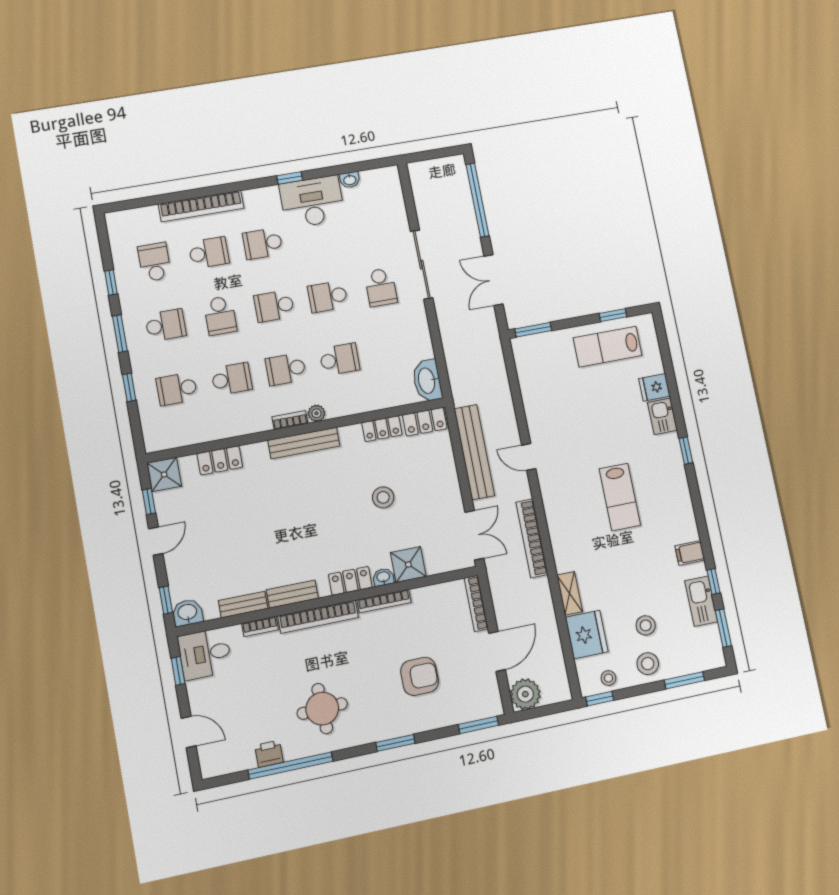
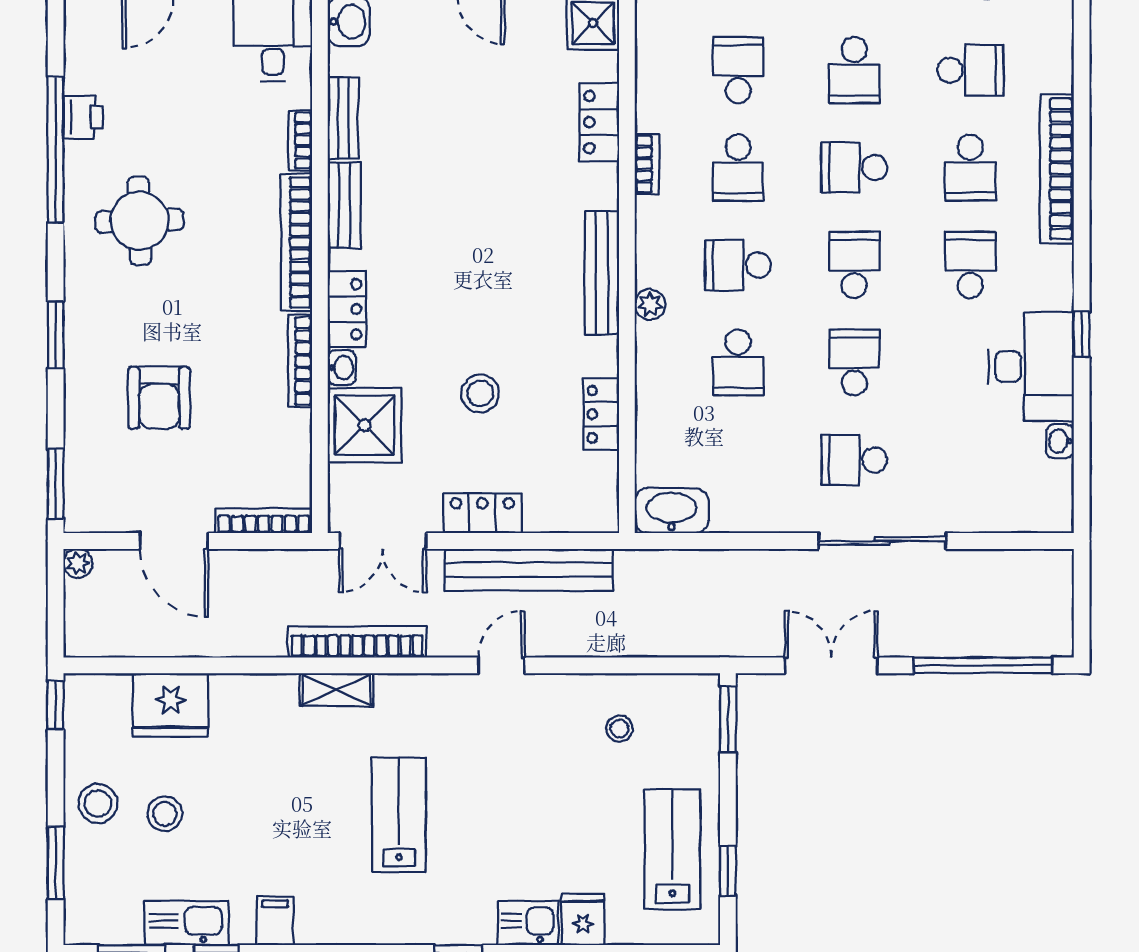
school desk: (286, 369) -> (738, 265), turned -90
bookcase: (290, 420) -> (647, 164), moved
locker: (425, 422) -> (482, 513), moved, turned 90
lab bench: (620, 497) -> (399, 815), turned 90
shower: (408, 564) -> (365, 425), width x1.36, depth x1.36
shelving: (570, 593) -> (336, 690), moved
stool: (608, 678) -> (620, 729), moved
plant: (525, 694) -> (78, 563), width x0.53, depth x0.53

